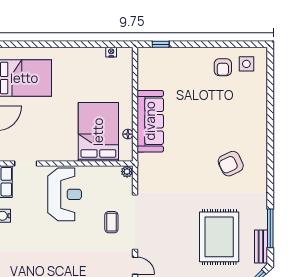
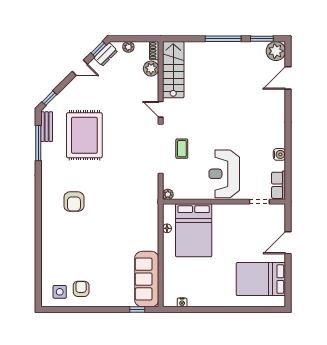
sofa: (150, 121) -> (147, 279), moved
armchair: (231, 164) -> (74, 202), turned 115

